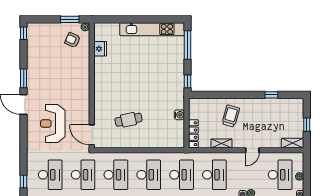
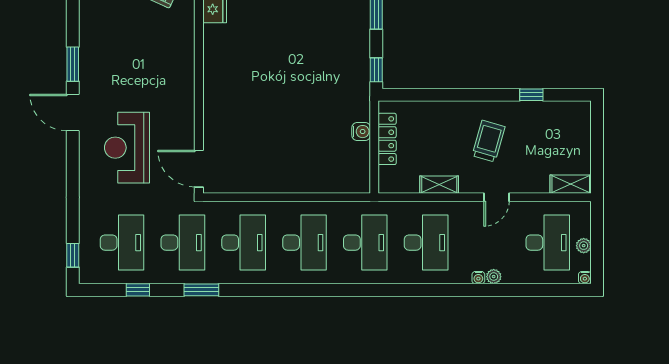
trolley: (231, 116) -> (489, 141), moved
cafe table: (128, 120) -> (267, 141), removed
window: (307, 125) -> (597, 150), removed
locker: (193, 134) -> (387, 139), moved

